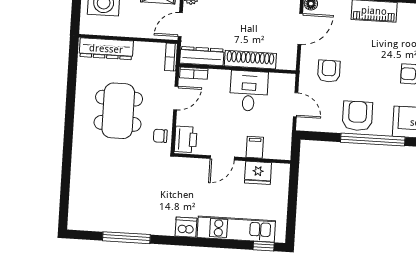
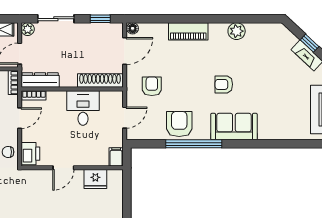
shoe rack: (250, 60) -> (100, 81), moved
door: (296, 105) -> (125, 118), hinge flipped
filing cabinet: (255, 147) -> (116, 157), moved

